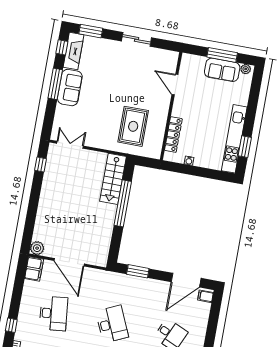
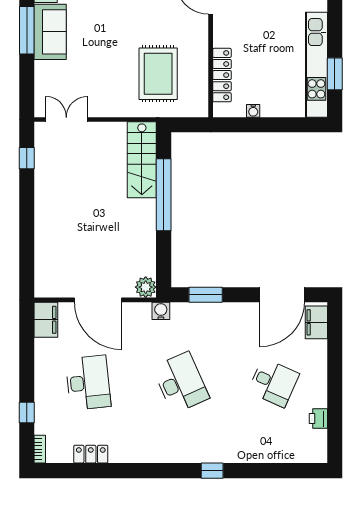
plant: (37, 248) -> (146, 287), moved
water cooler: (108, 276) -> (161, 311), added
filing cabinet: (205, 296) -> (316, 322), width x2.00

